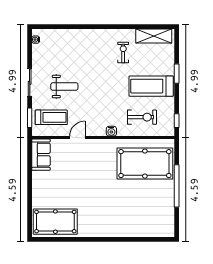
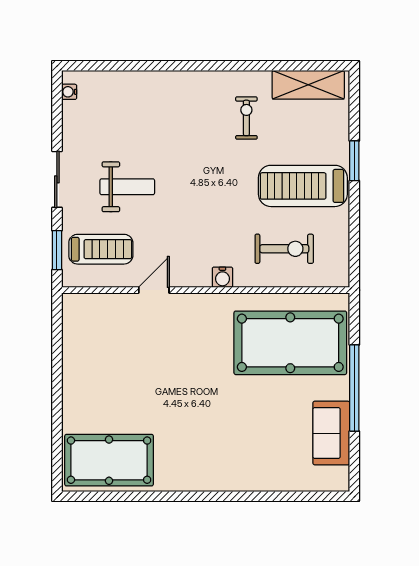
window: (177, 121) -> (354, 256), removed
sofa: (41, 155) -> (331, 433), moved, turned 180

